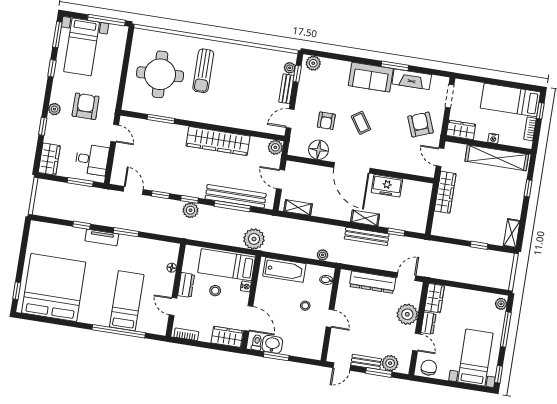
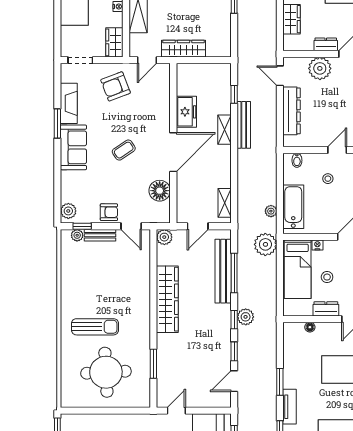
armchair: (326, 121) -> (109, 212), moved
plant: (322, 255) -> (271, 211), moved
wardrobe: (434, 298) -> (292, 19), moved, turned 90

